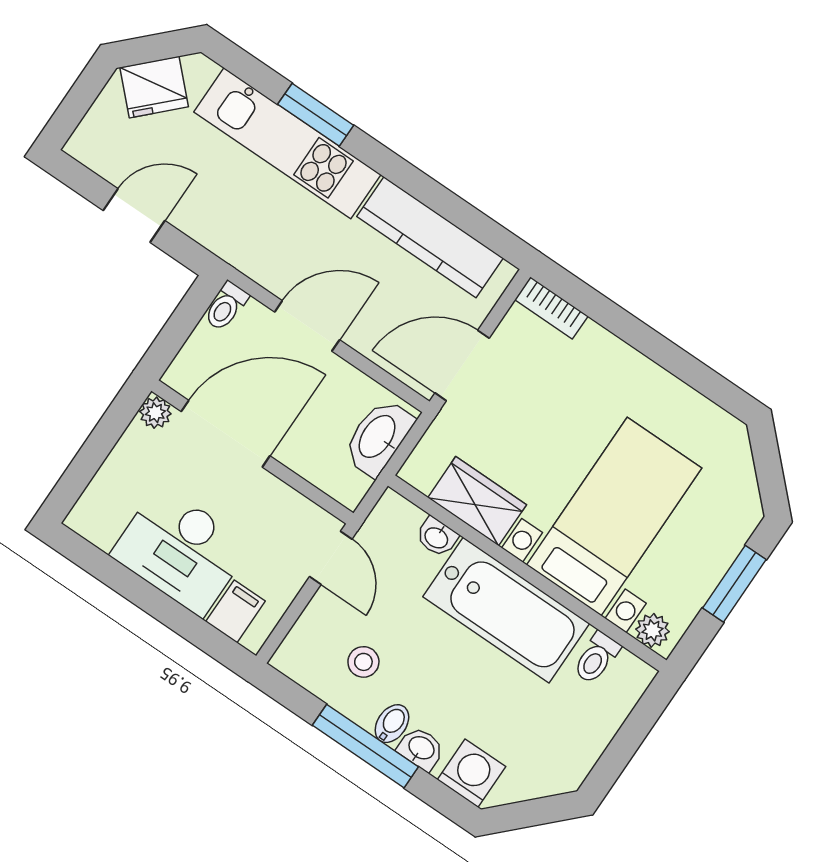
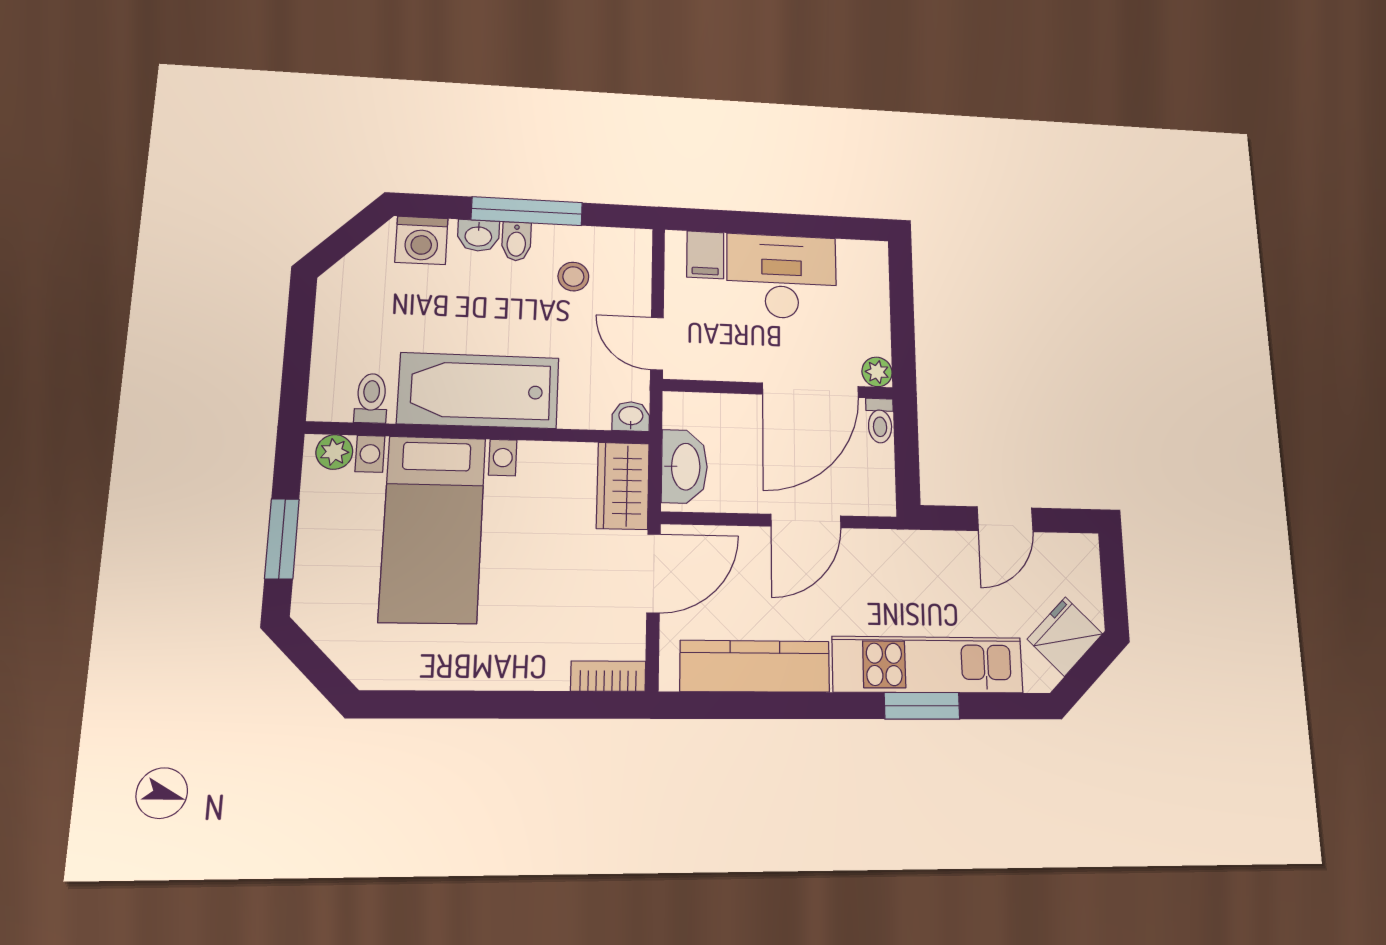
toilet: (226, 306) -> (880, 421), moved, turned 180
wardrobe: (477, 501) -> (623, 486), moved, turned 90
washbasin: (437, 537) -> (631, 416), moved

